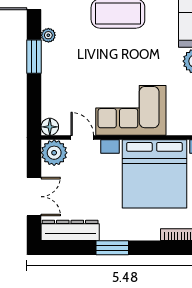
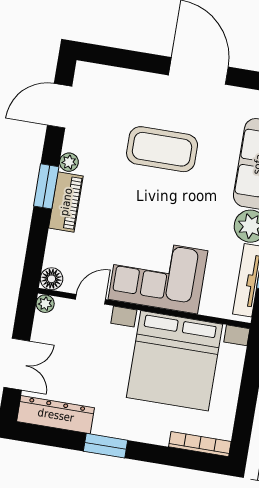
piano: (51, 66) -> (66, 202), added
door: (82, 138) -> (90, 299), hinge flipped
plant: (54, 153) -> (45, 304), width x0.53, depth x0.53

